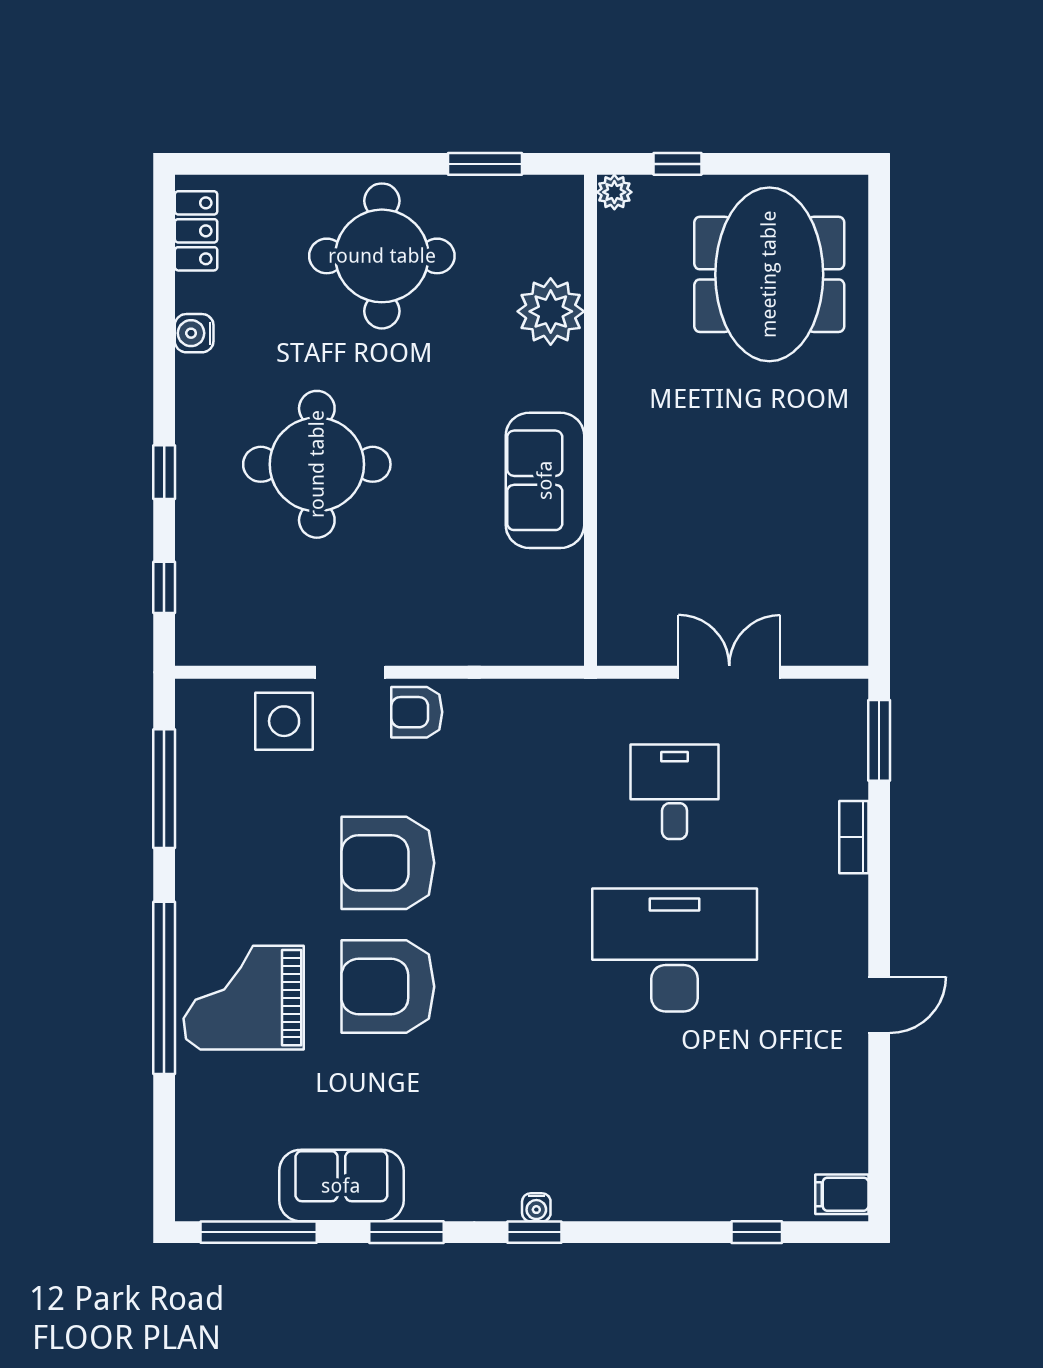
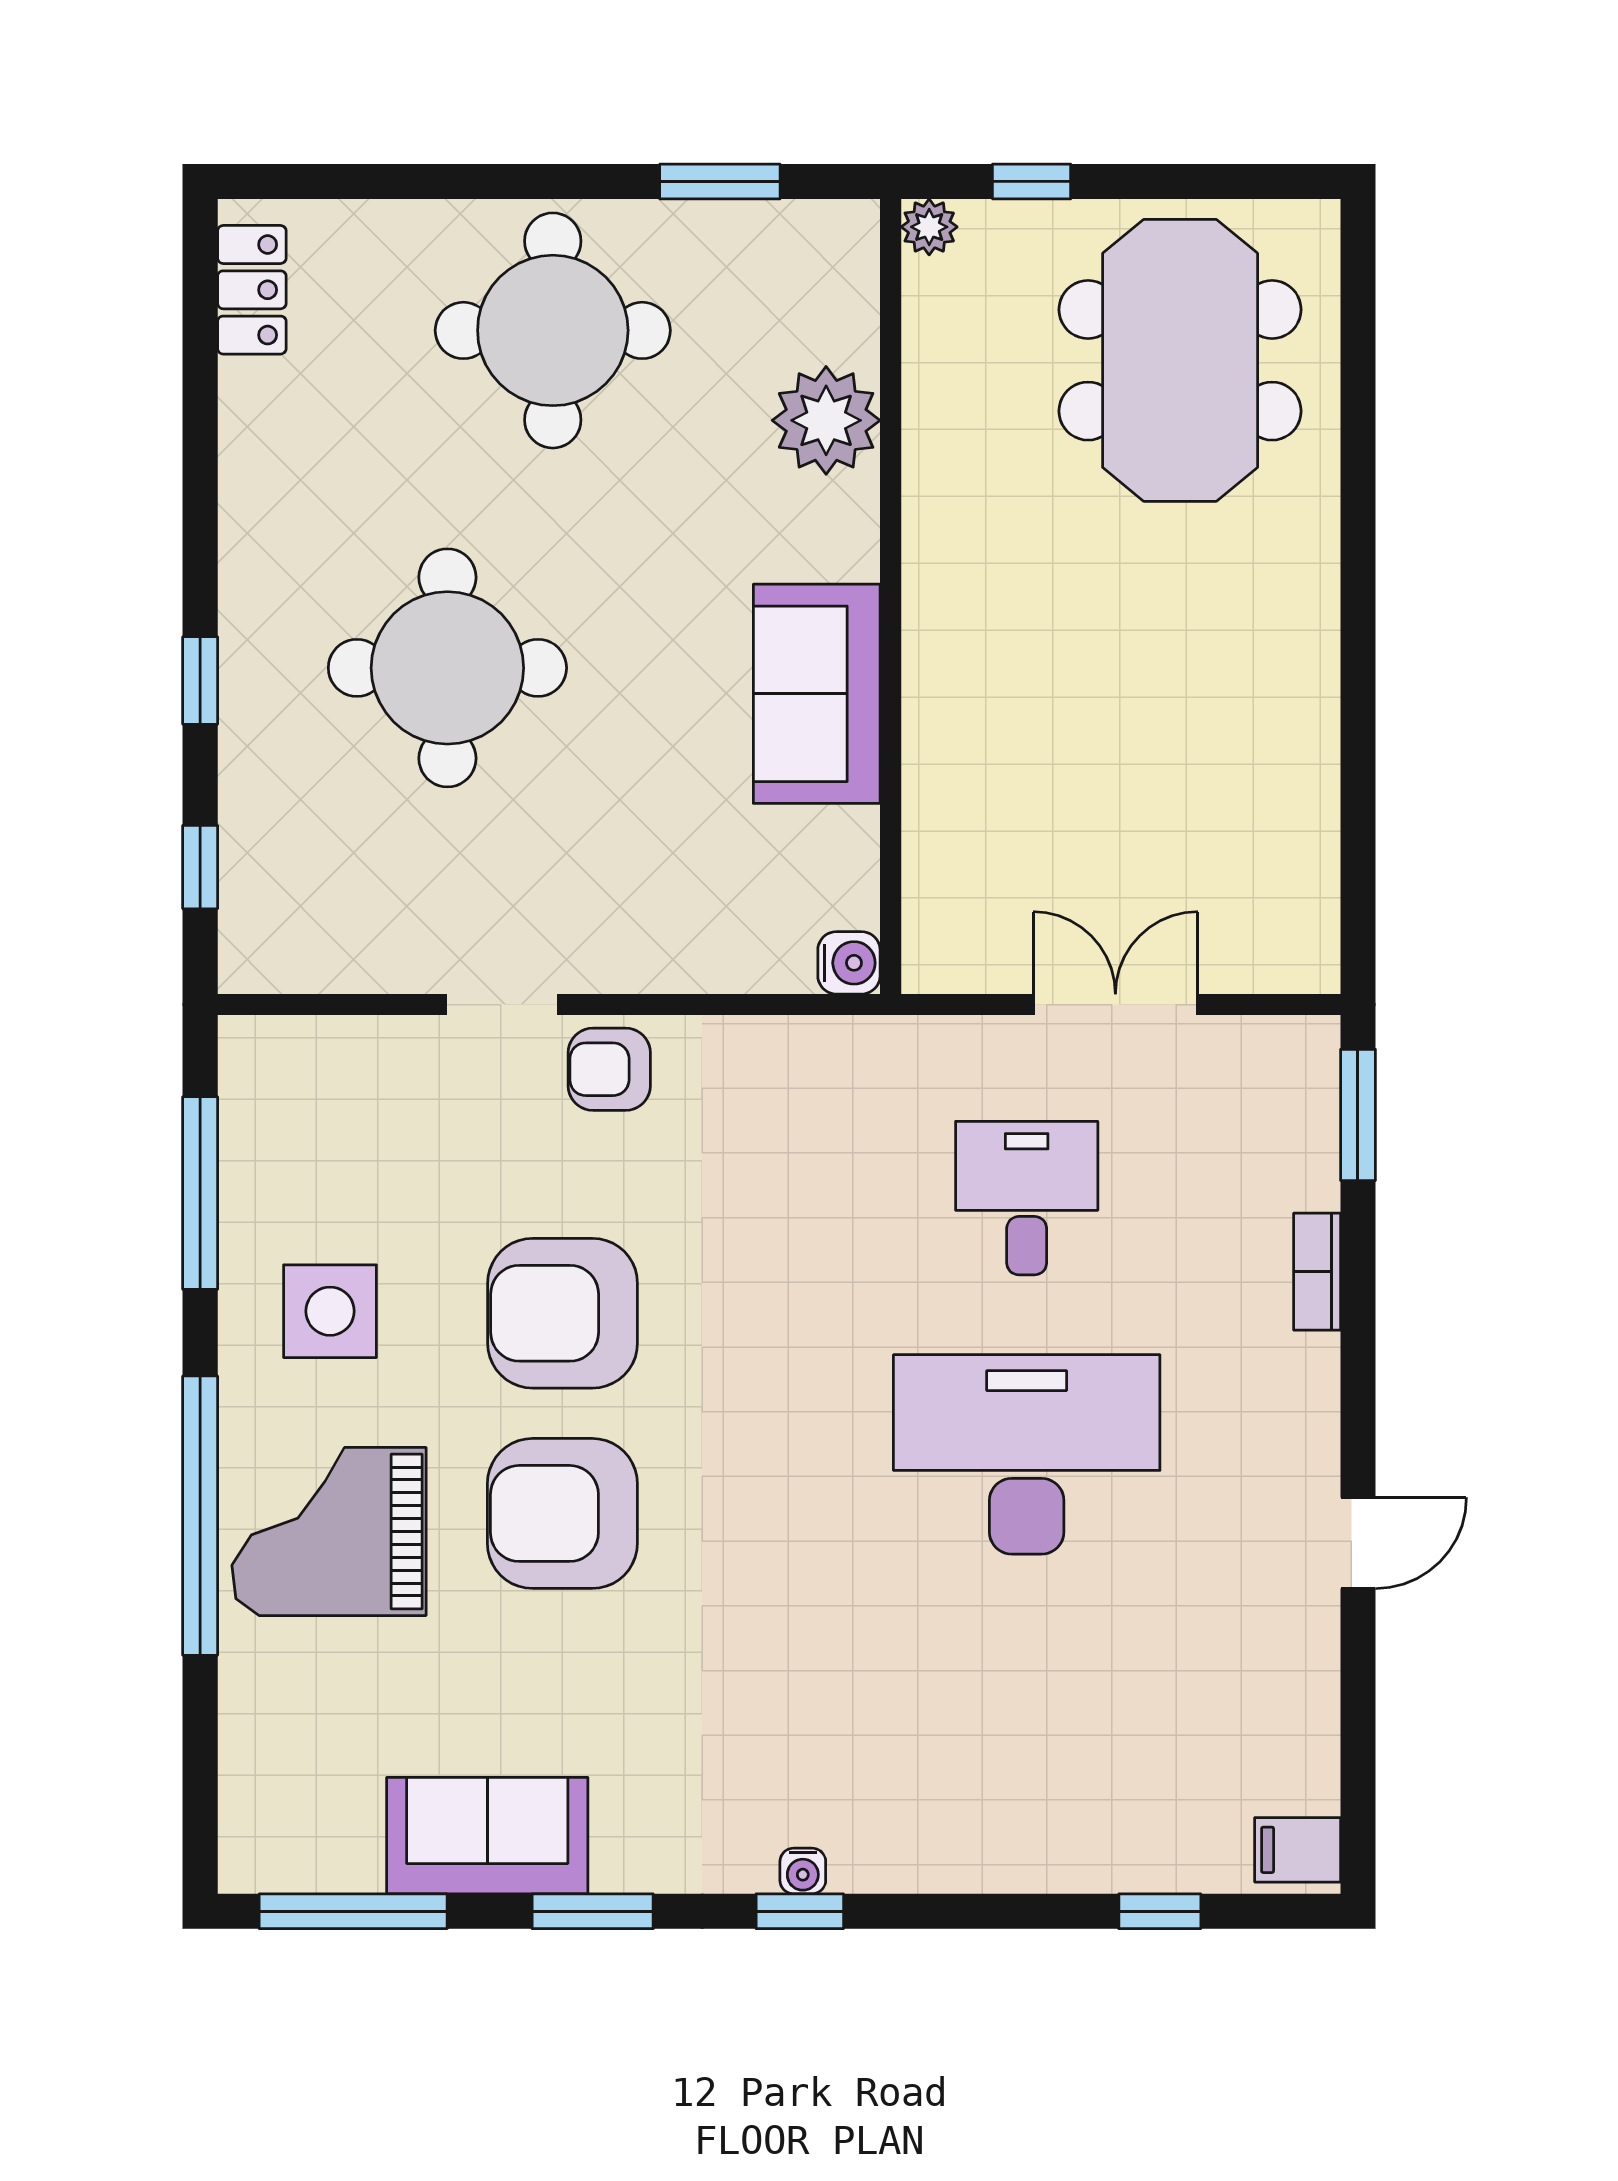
water cooler: (194, 333) -> (849, 963), moved, turned 180
side table: (284, 721) -> (330, 1311), moved

